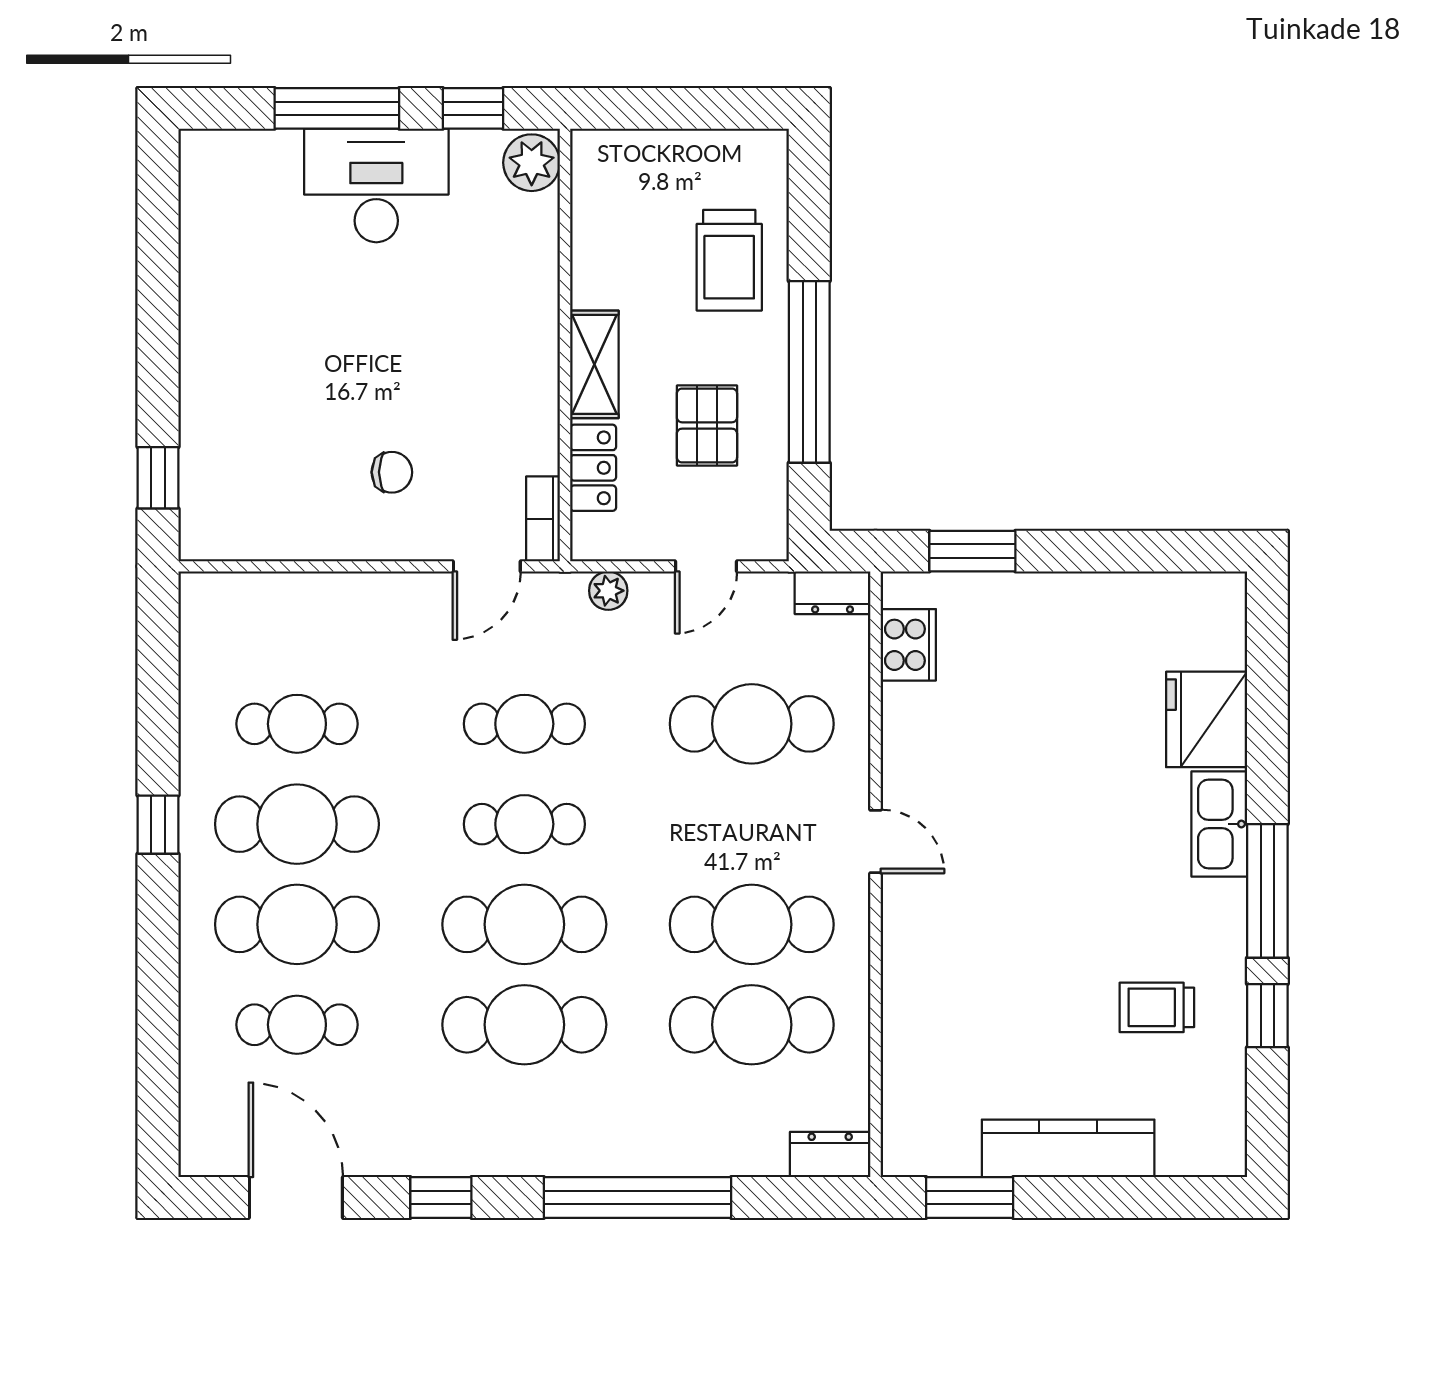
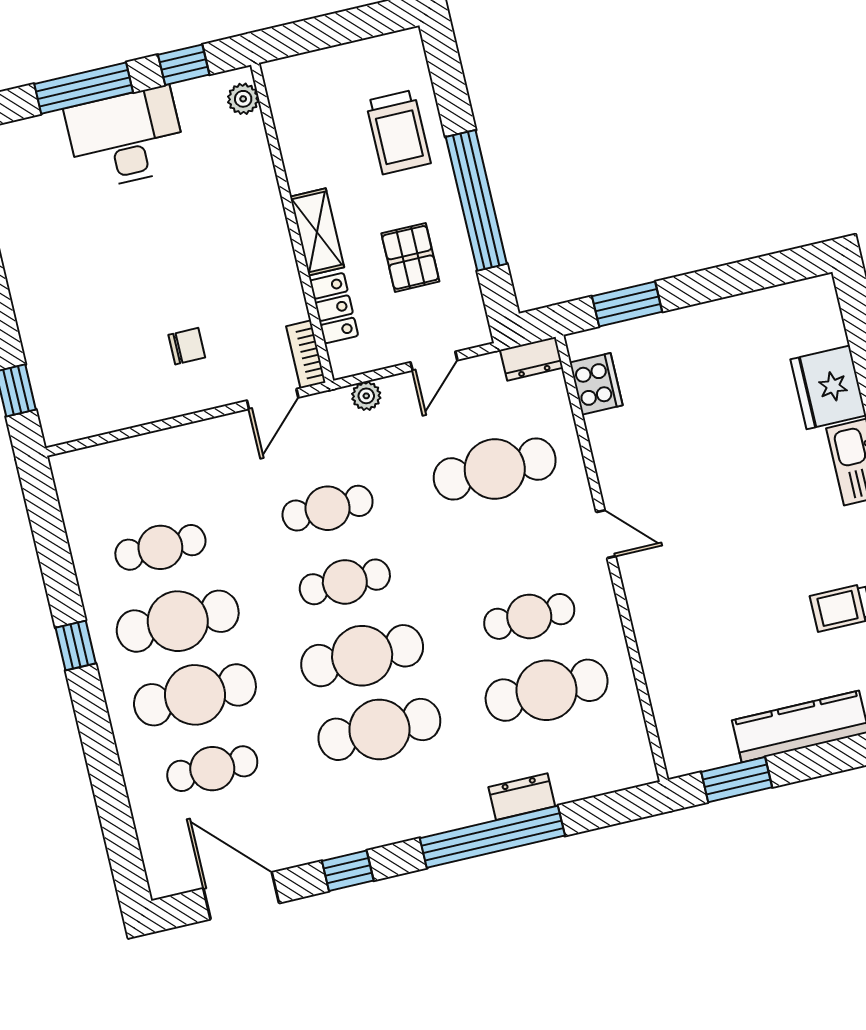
plant: (532, 163) -> (243, 99), width x0.73, depth x0.73
cafe table: (752, 924) -> (529, 616), width x0.73, depth x0.74
dresser: (830, 1154) -> (522, 797), moved

